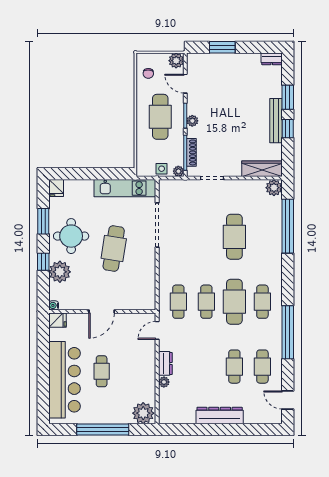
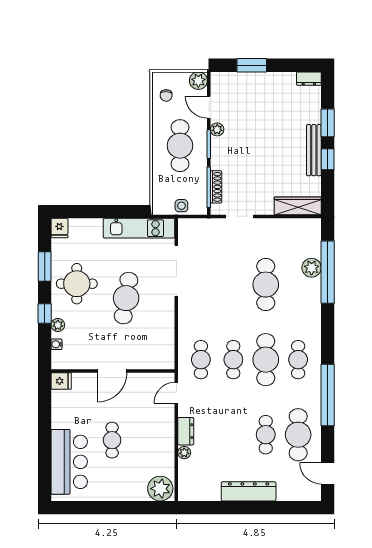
plant: (192, 121) -> (217, 129), moved
plant: (178, 171) -> (201, 209), removed
plant: (274, 188) -> (312, 268), moved
plant: (60, 272) -> (58, 325), width x0.53, depth x0.53
water cooler: (54, 305) -> (57, 344), moved
cafe table: (262, 367) -> (298, 435), width x1.37, depth x1.35
bar counter: (65, 380) -> (69, 462), width x0.73
window: (103, 430) -> (113, 508), removed

